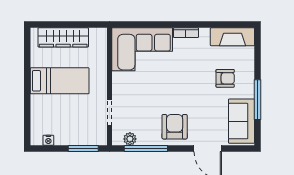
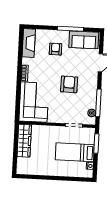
wardrobe: (63, 37) -> (24, 141), moved
bed: (60, 81) -> (75, 152), moved, turned -90
armchair: (175, 127) -> (69, 84), moved, turned 91

